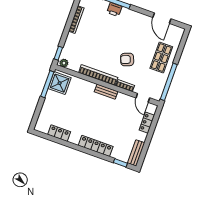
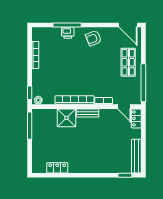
door: (162, 18) -> (128, 25), moved
armchair: (127, 59) -> (93, 38), moved
shower: (60, 83) -> (66, 118), moved
locker: (147, 123) -> (136, 118), moved
locker: (96, 146) -> (96, 168), removed
bench: (136, 153) -> (136, 156), width x1.36

